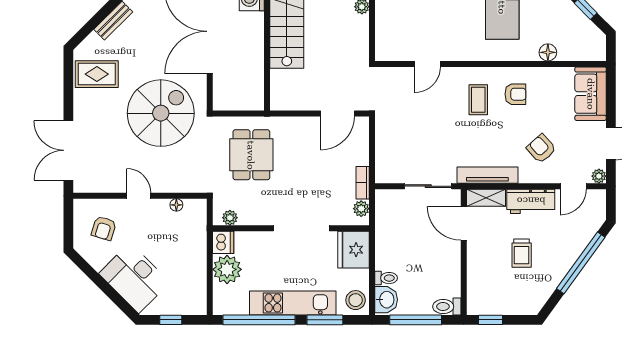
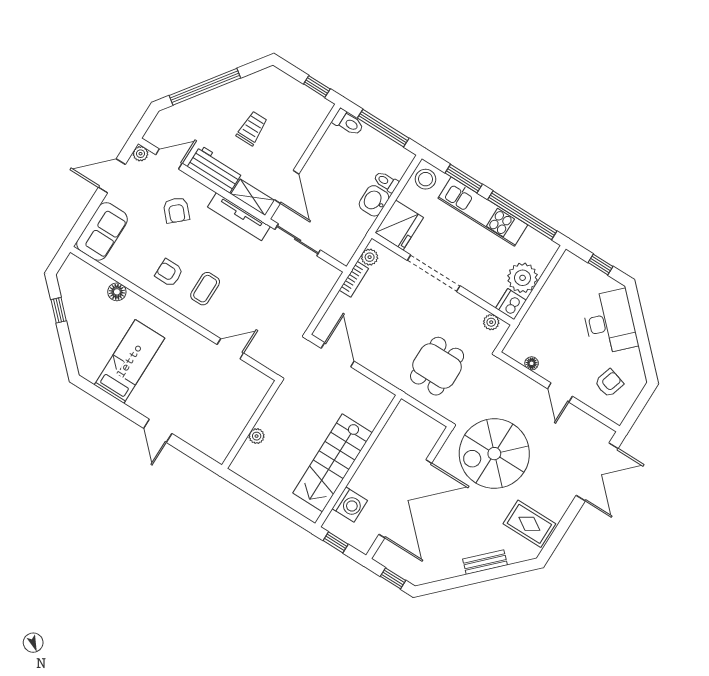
door: (337, 114) -> (338, 355), hinge flipped
washbasin: (386, 300) -> (374, 201), moved

